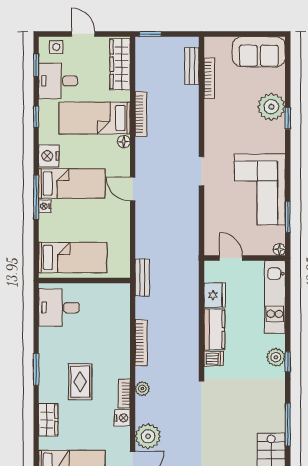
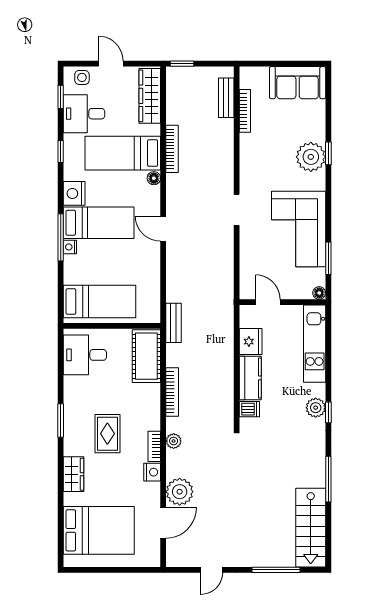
plant: (271, 107) -> (311, 157), moved
cot: (117, 309) -> (146, 356), added

